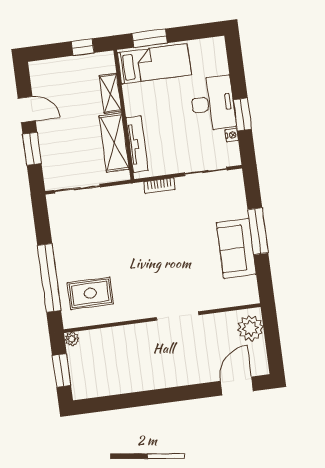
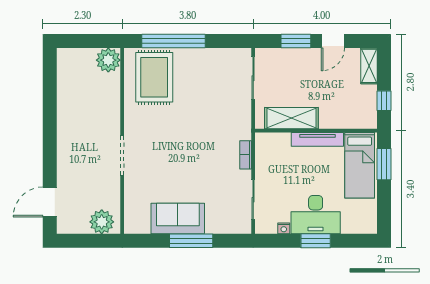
shelving: (110, 93) -> (369, 66), moved, turned 90
window: (242, 114) -> (316, 241), moved
tv unit: (137, 144) -> (317, 139), moved
rug: (90, 293) -> (154, 77), width x1.36, depth x1.43
plant: (72, 339) -> (108, 60), width x1.88, depth x1.88
window: (62, 370) -> (86, 41), removed
door: (237, 386) -> (50, 202), swing flipped

